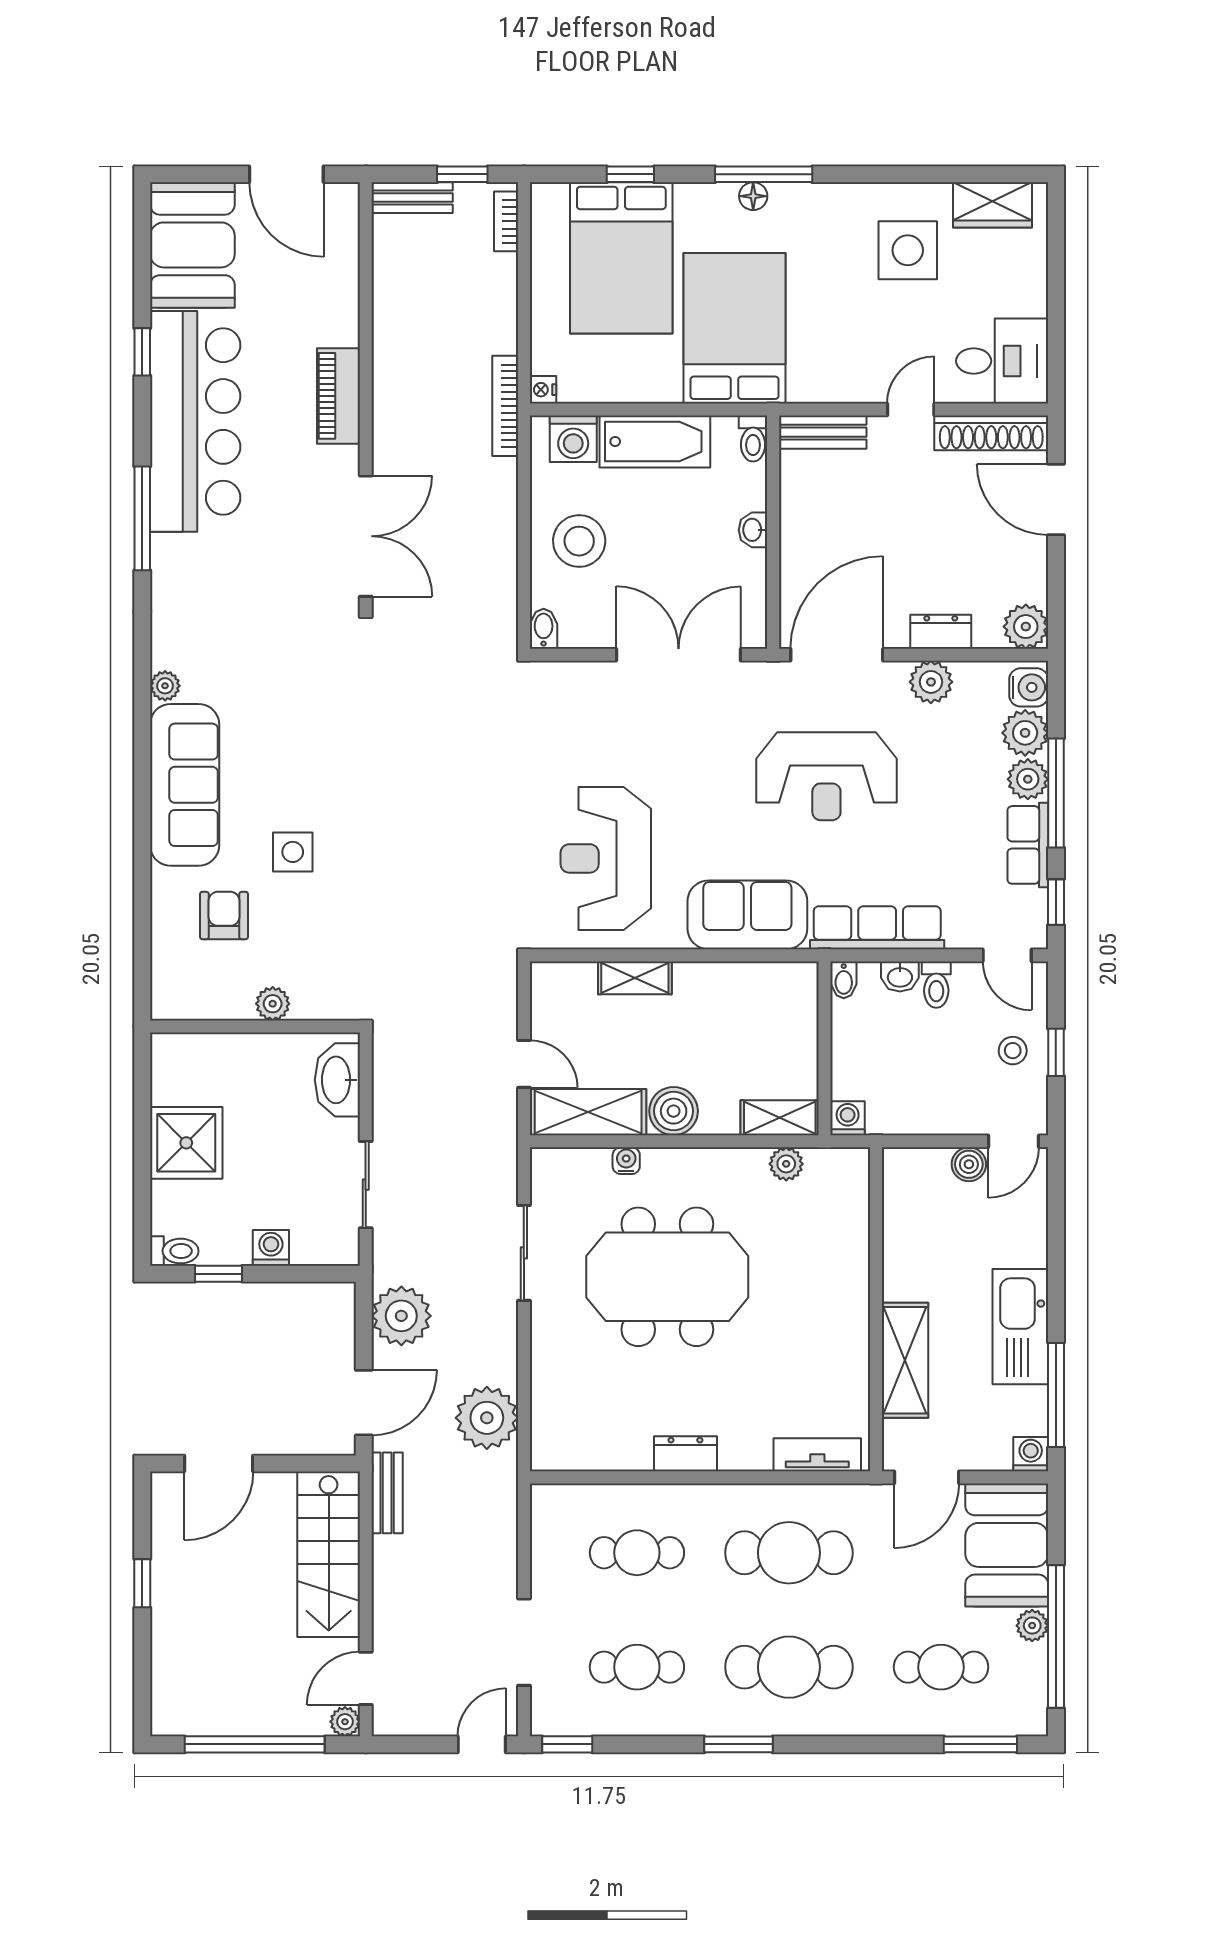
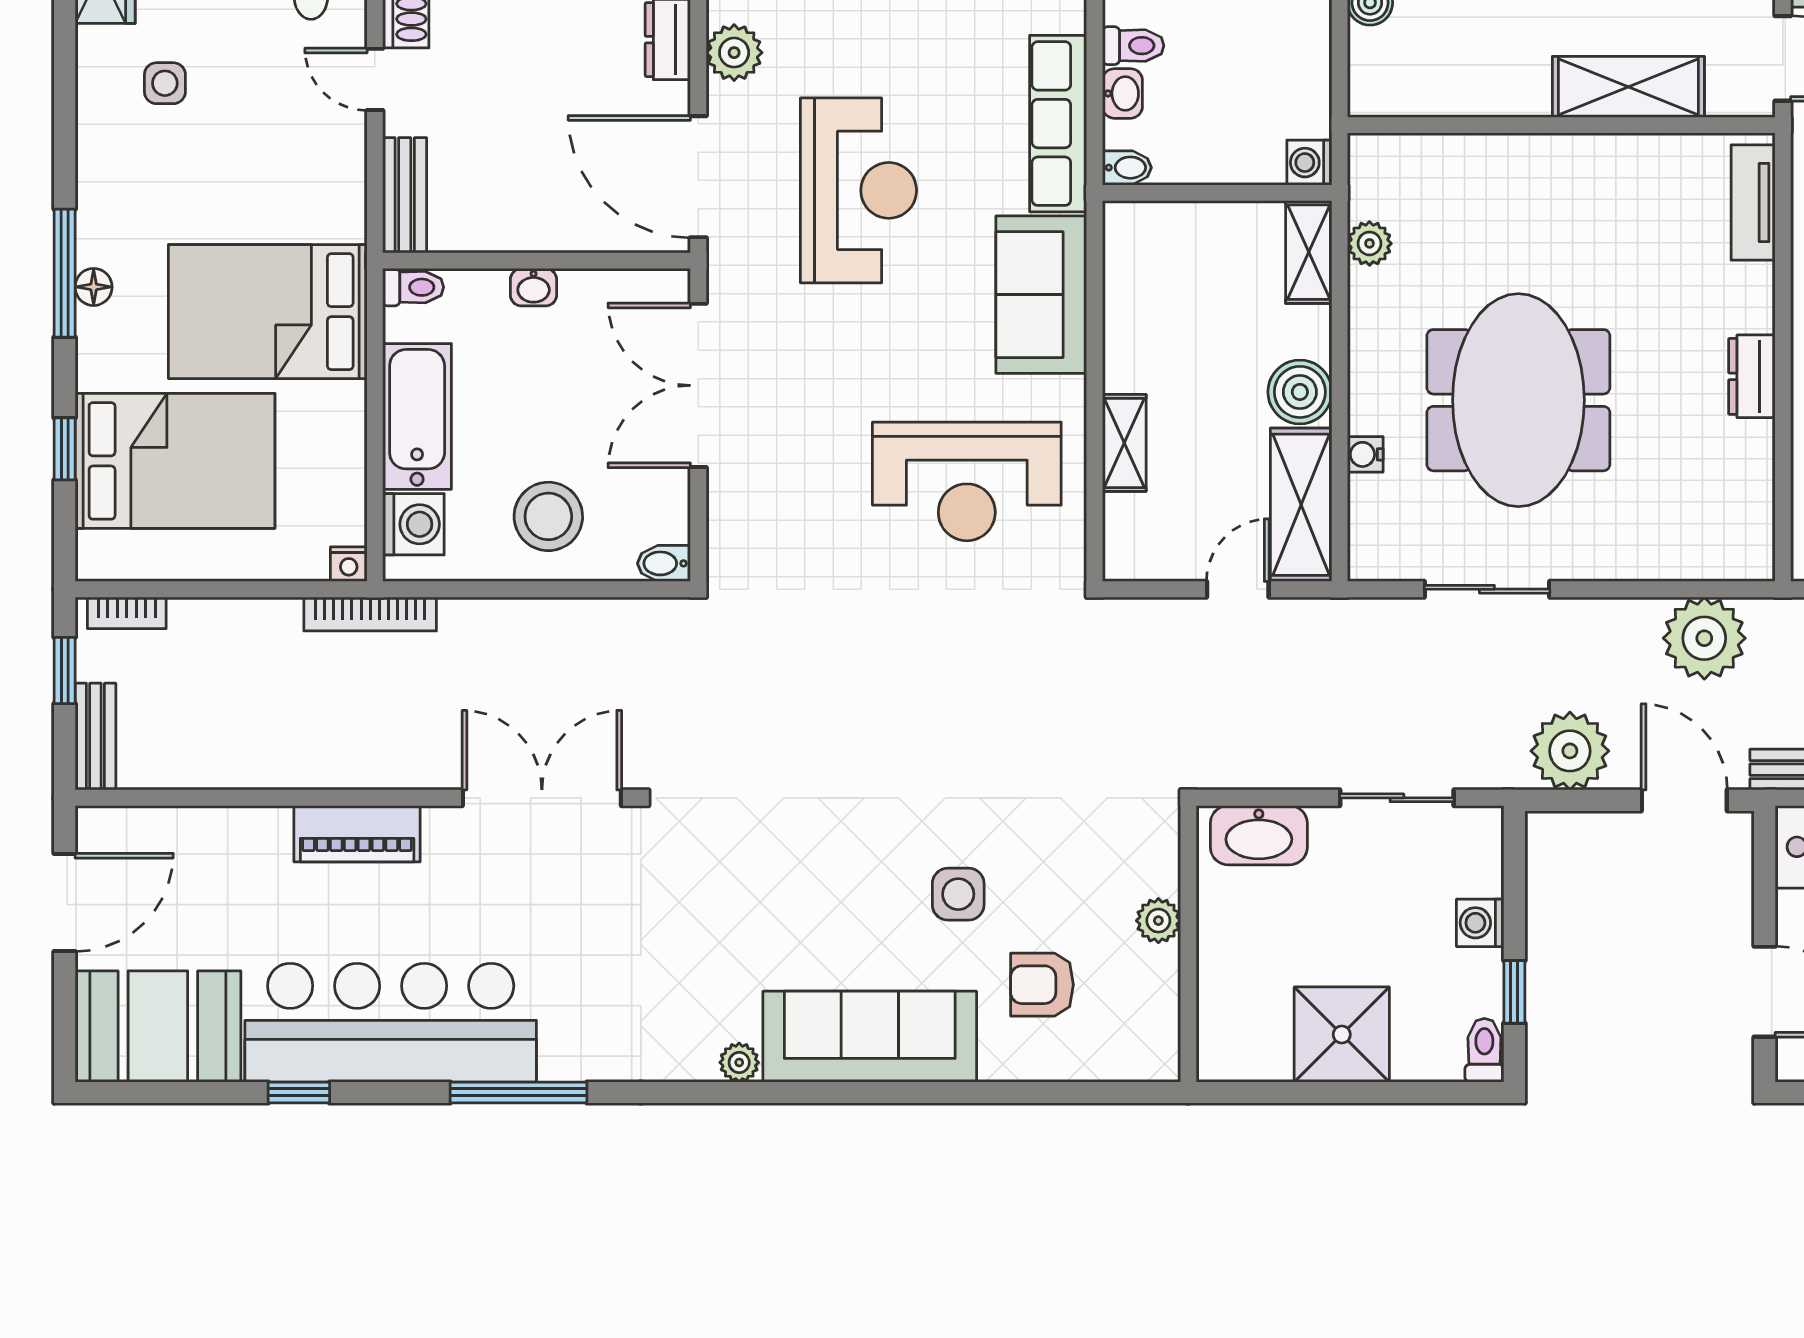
side table: (908, 250) -> (165, 83), width x0.54, depth x0.54

